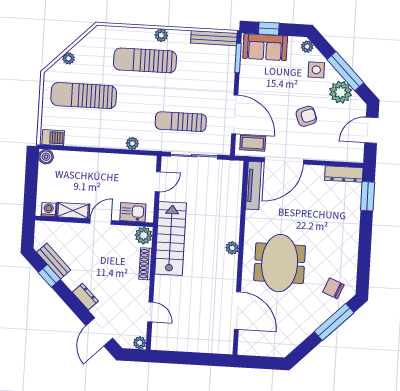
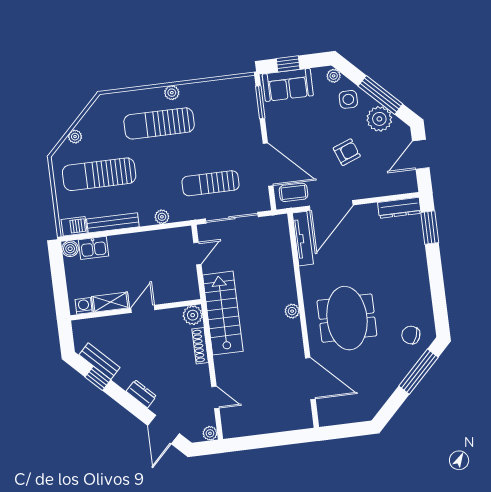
bench: (214, 38) -> (113, 223), moved
kitchen sink: (133, 212) -> (94, 248), moved, turned 180

